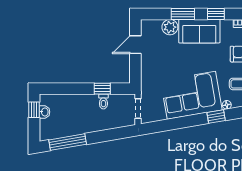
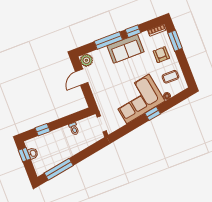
window: (183, 14) -> (108, 41), width x1.44
plant: (170, 27) -> (86, 60), moved
window: (102, 89) -> (43, 130), moved
window: (216, 116) -> (153, 114), moved

